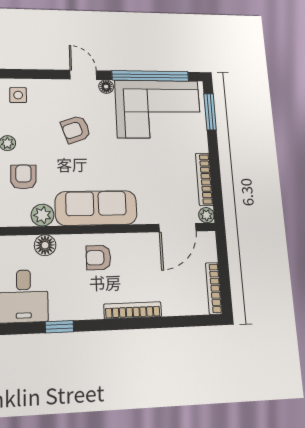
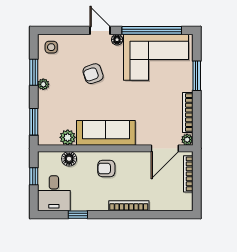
window: (210, 112) -> (197, 76), moved
armchair: (23, 177) -> (55, 109), removed
bookcase: (214, 288) -> (188, 174), moved

